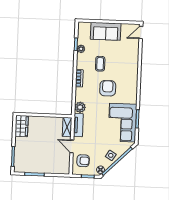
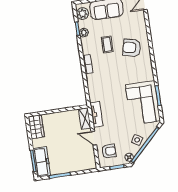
armchair: (108, 88) -> (132, 48), moved, turned -77
plant: (80, 107) -> (83, 14), moved
freezer: (20, 159) -> (42, 162), added

